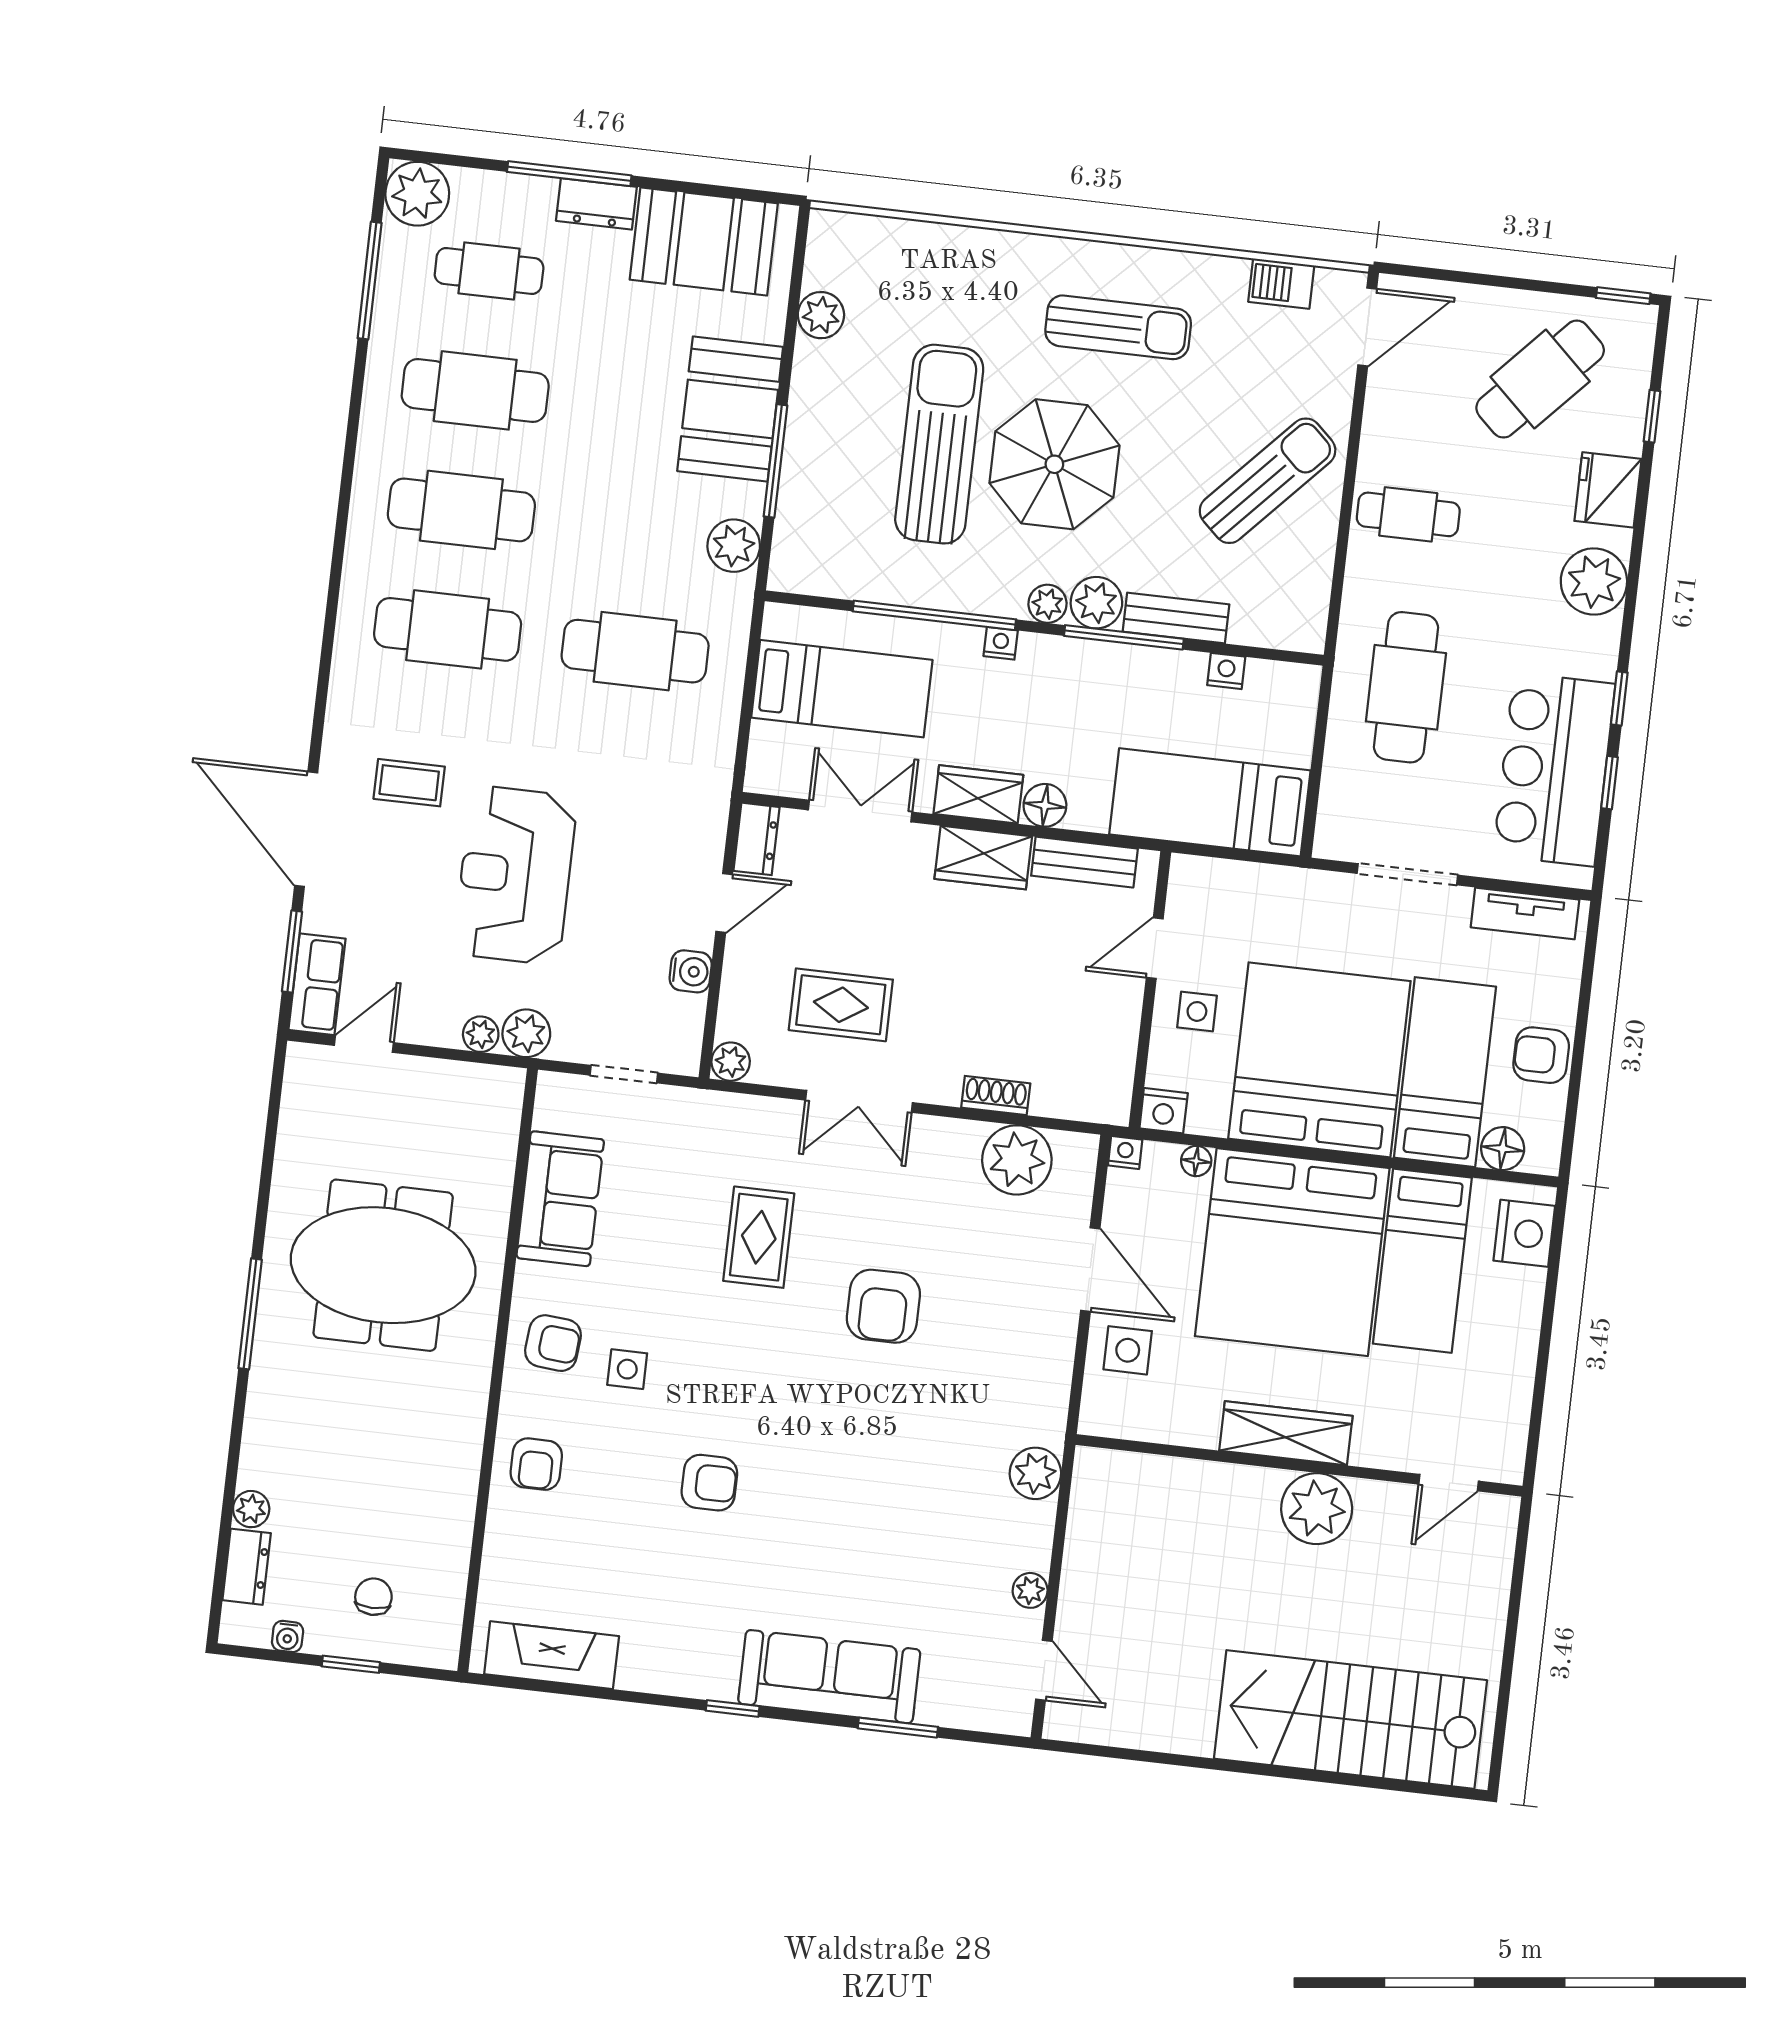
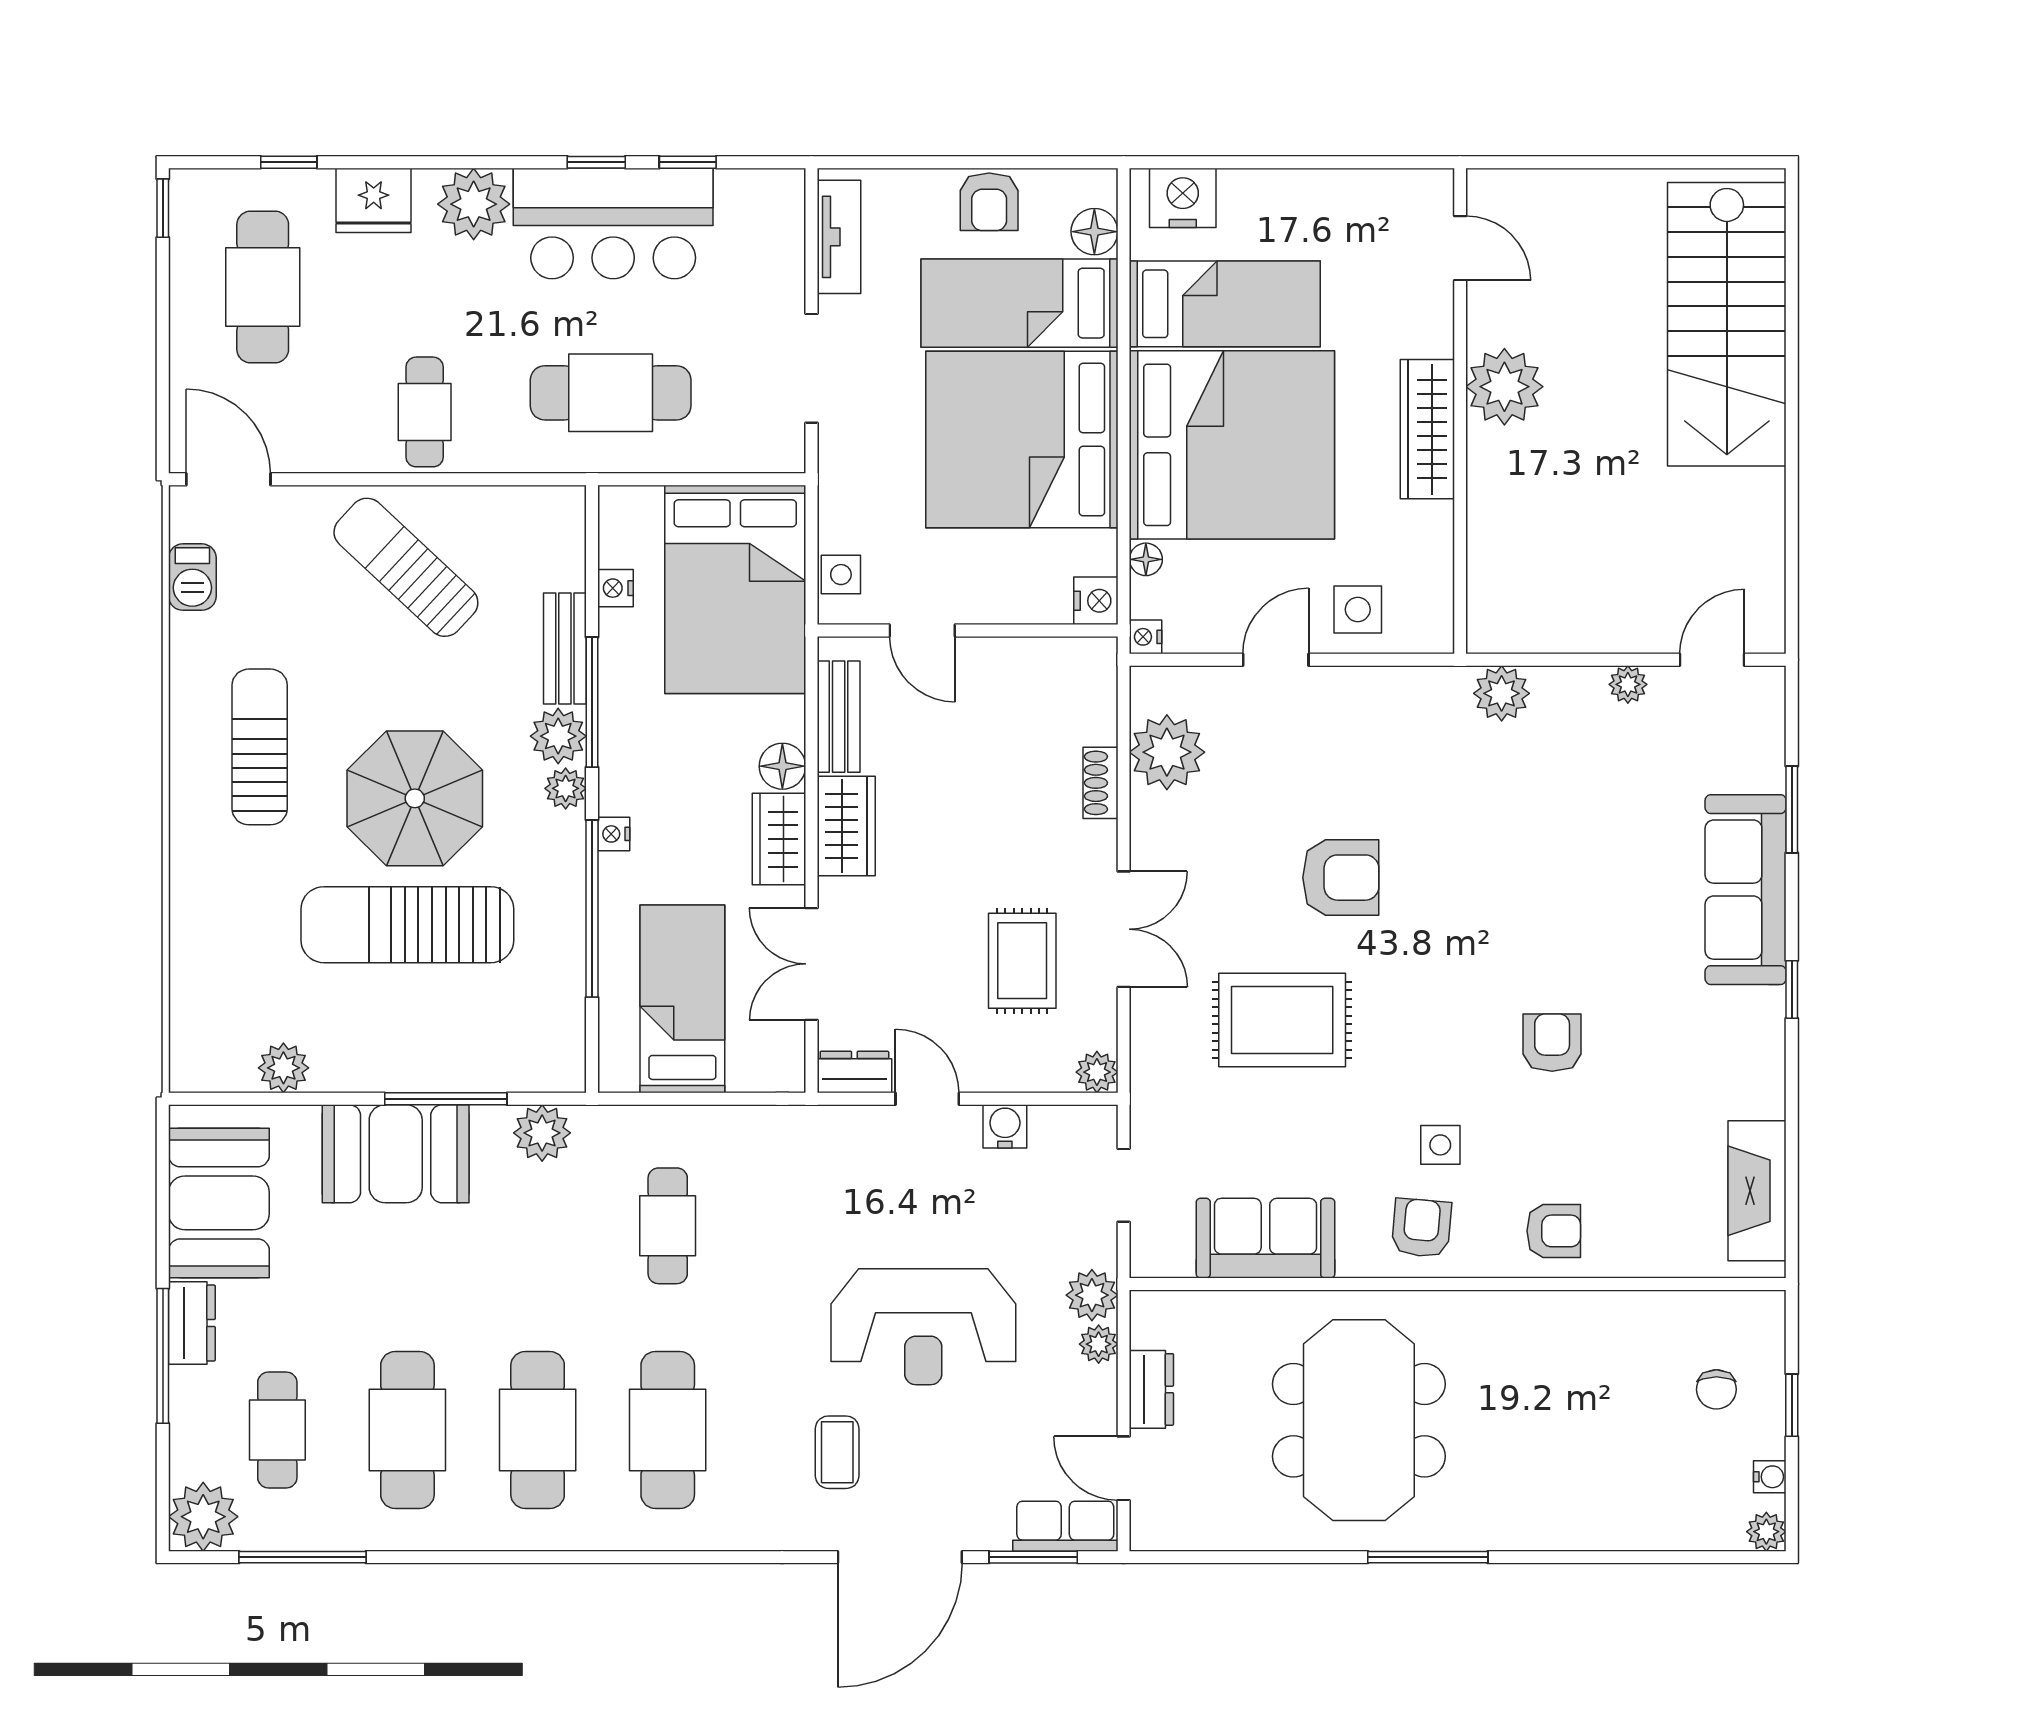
cafe table: (1540, 379) -> (263, 287), turned 47
cafe table: (635, 651) -> (668, 1226), width x0.73, depth x0.74
bar counter: (1554, 769) -> (613, 223), moved
bed: (1210, 802) -> (735, 589), width x1.50
side table: (1197, 1011) -> (841, 575), moved
rug: (759, 1237) -> (1282, 1020), width x1.36, depth x1.43
door: (1090, 1270) -> (1276, 660), width x0.73
plant: (251, 1509) -> (1766, 1532), moved
dresser: (247, 1567) -> (1151, 1389), moved, turned 90
chair: (373, 1597) -> (1716, 1389), turned -90

